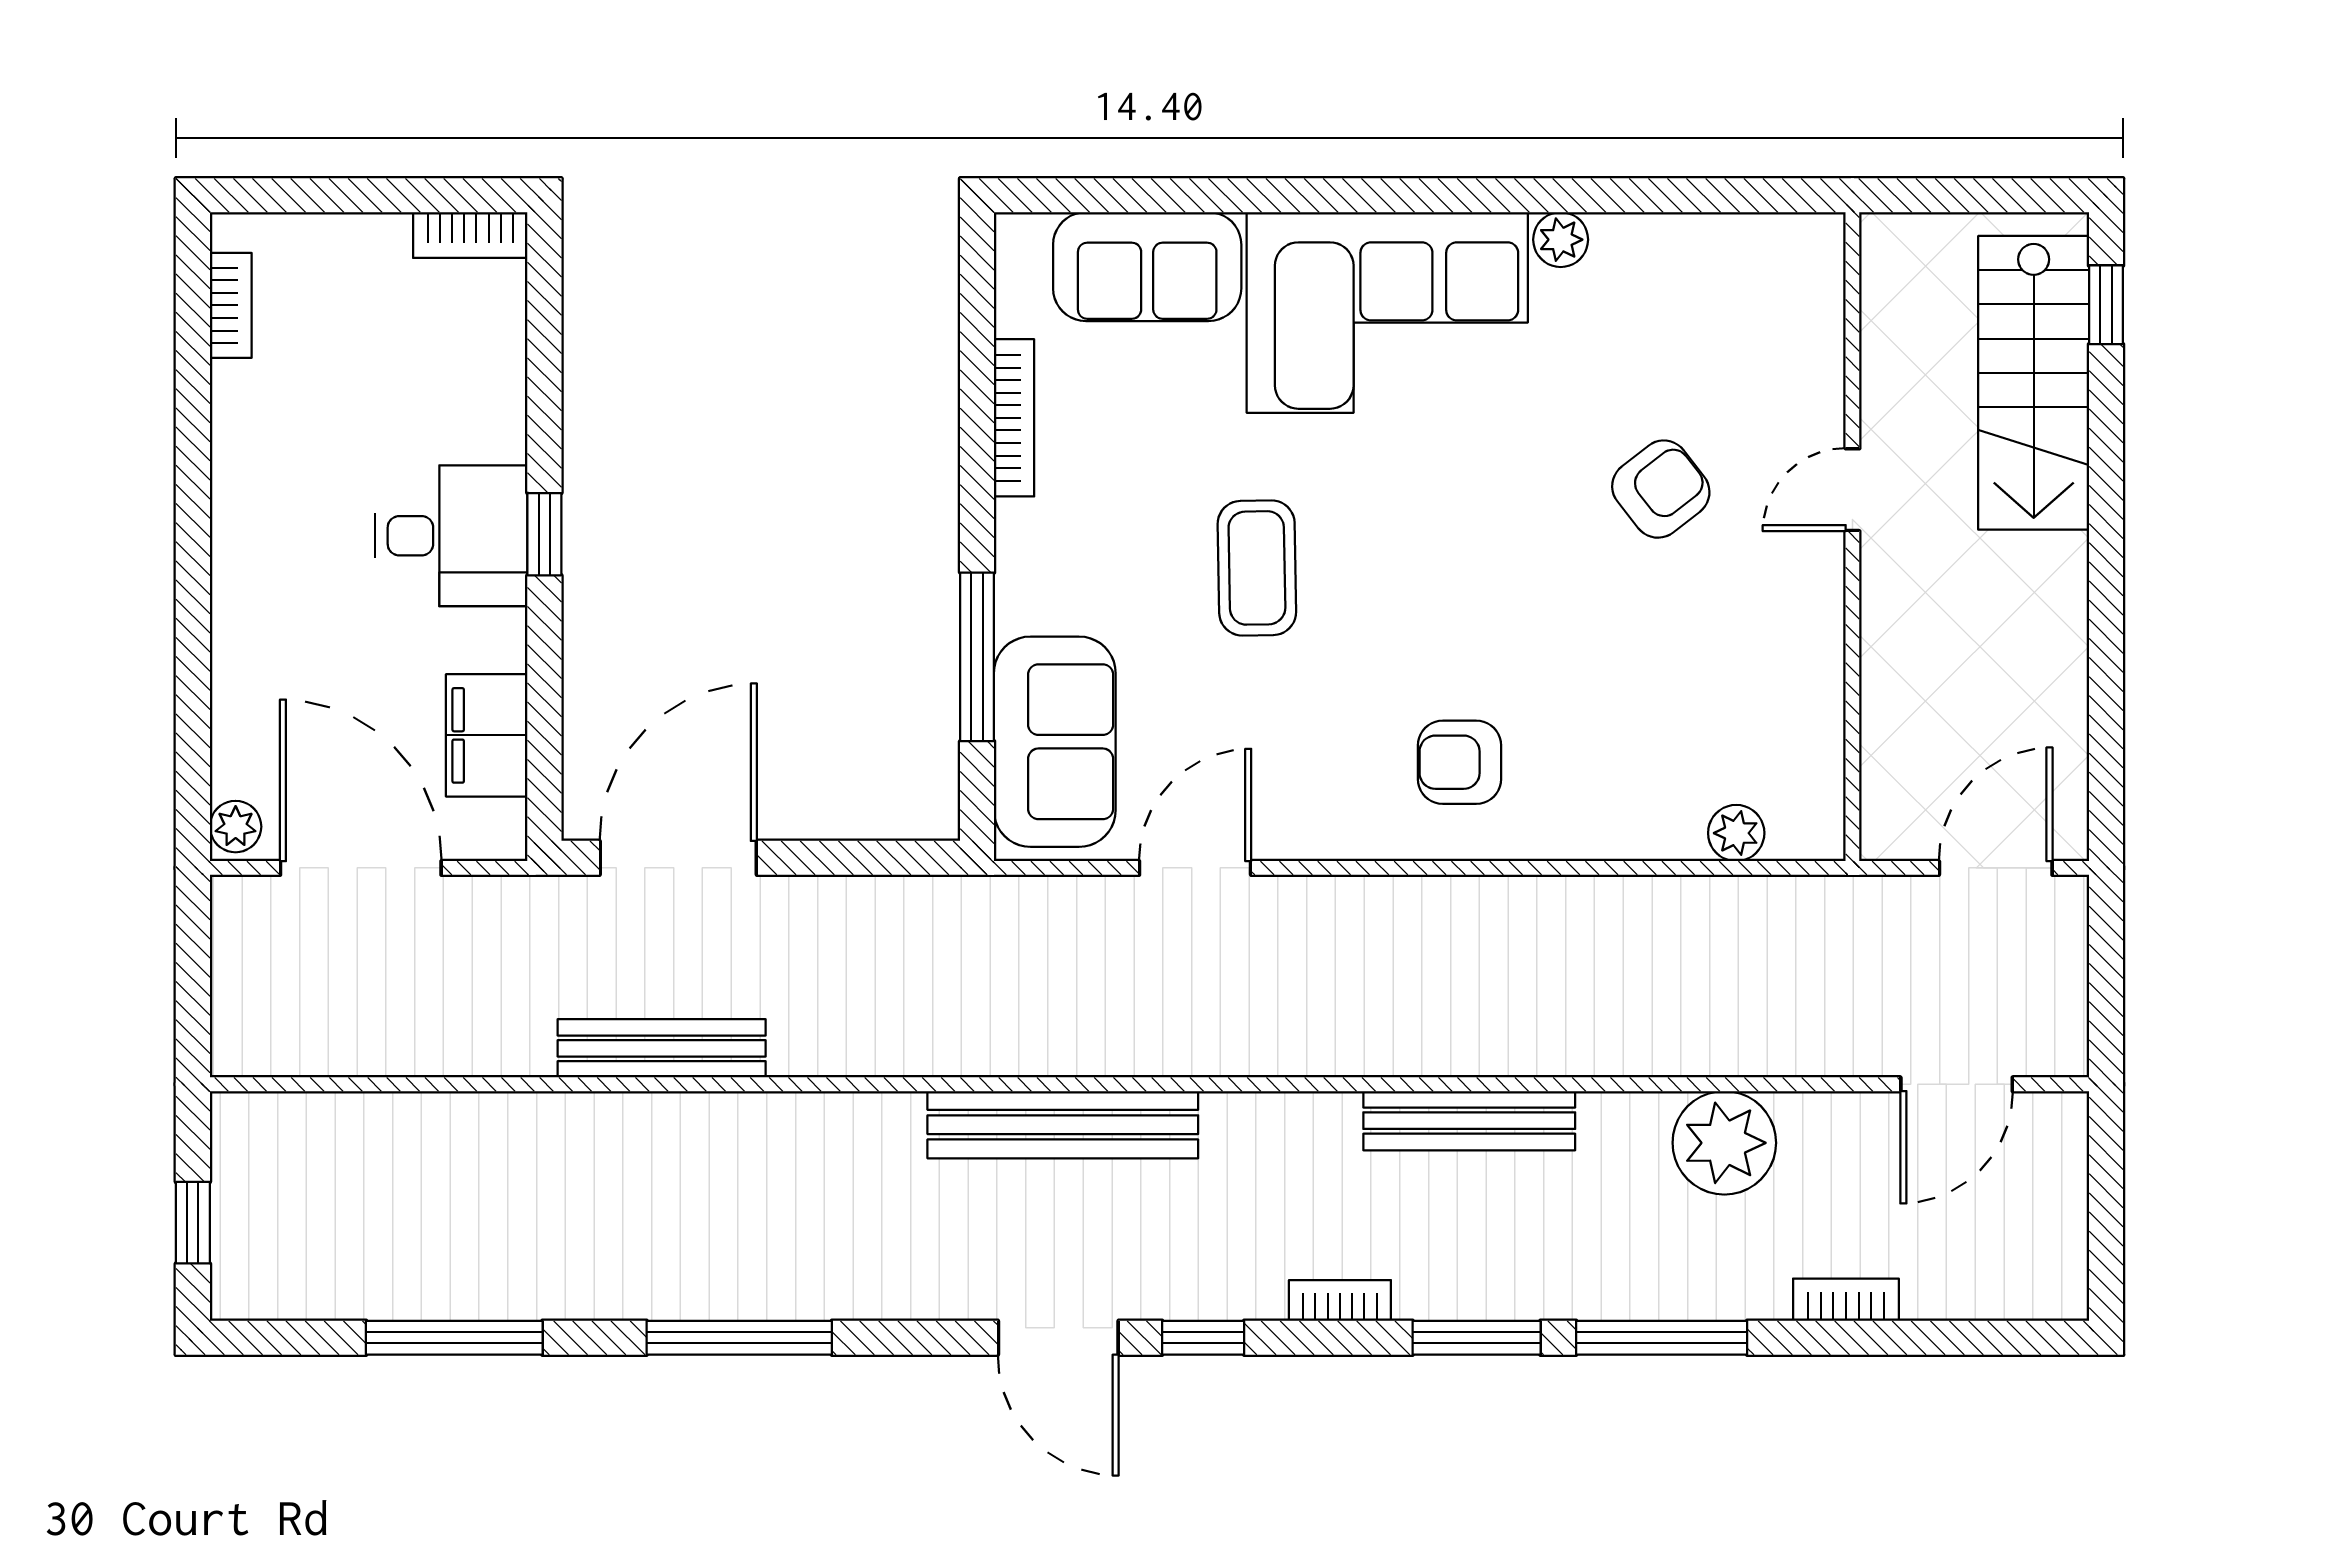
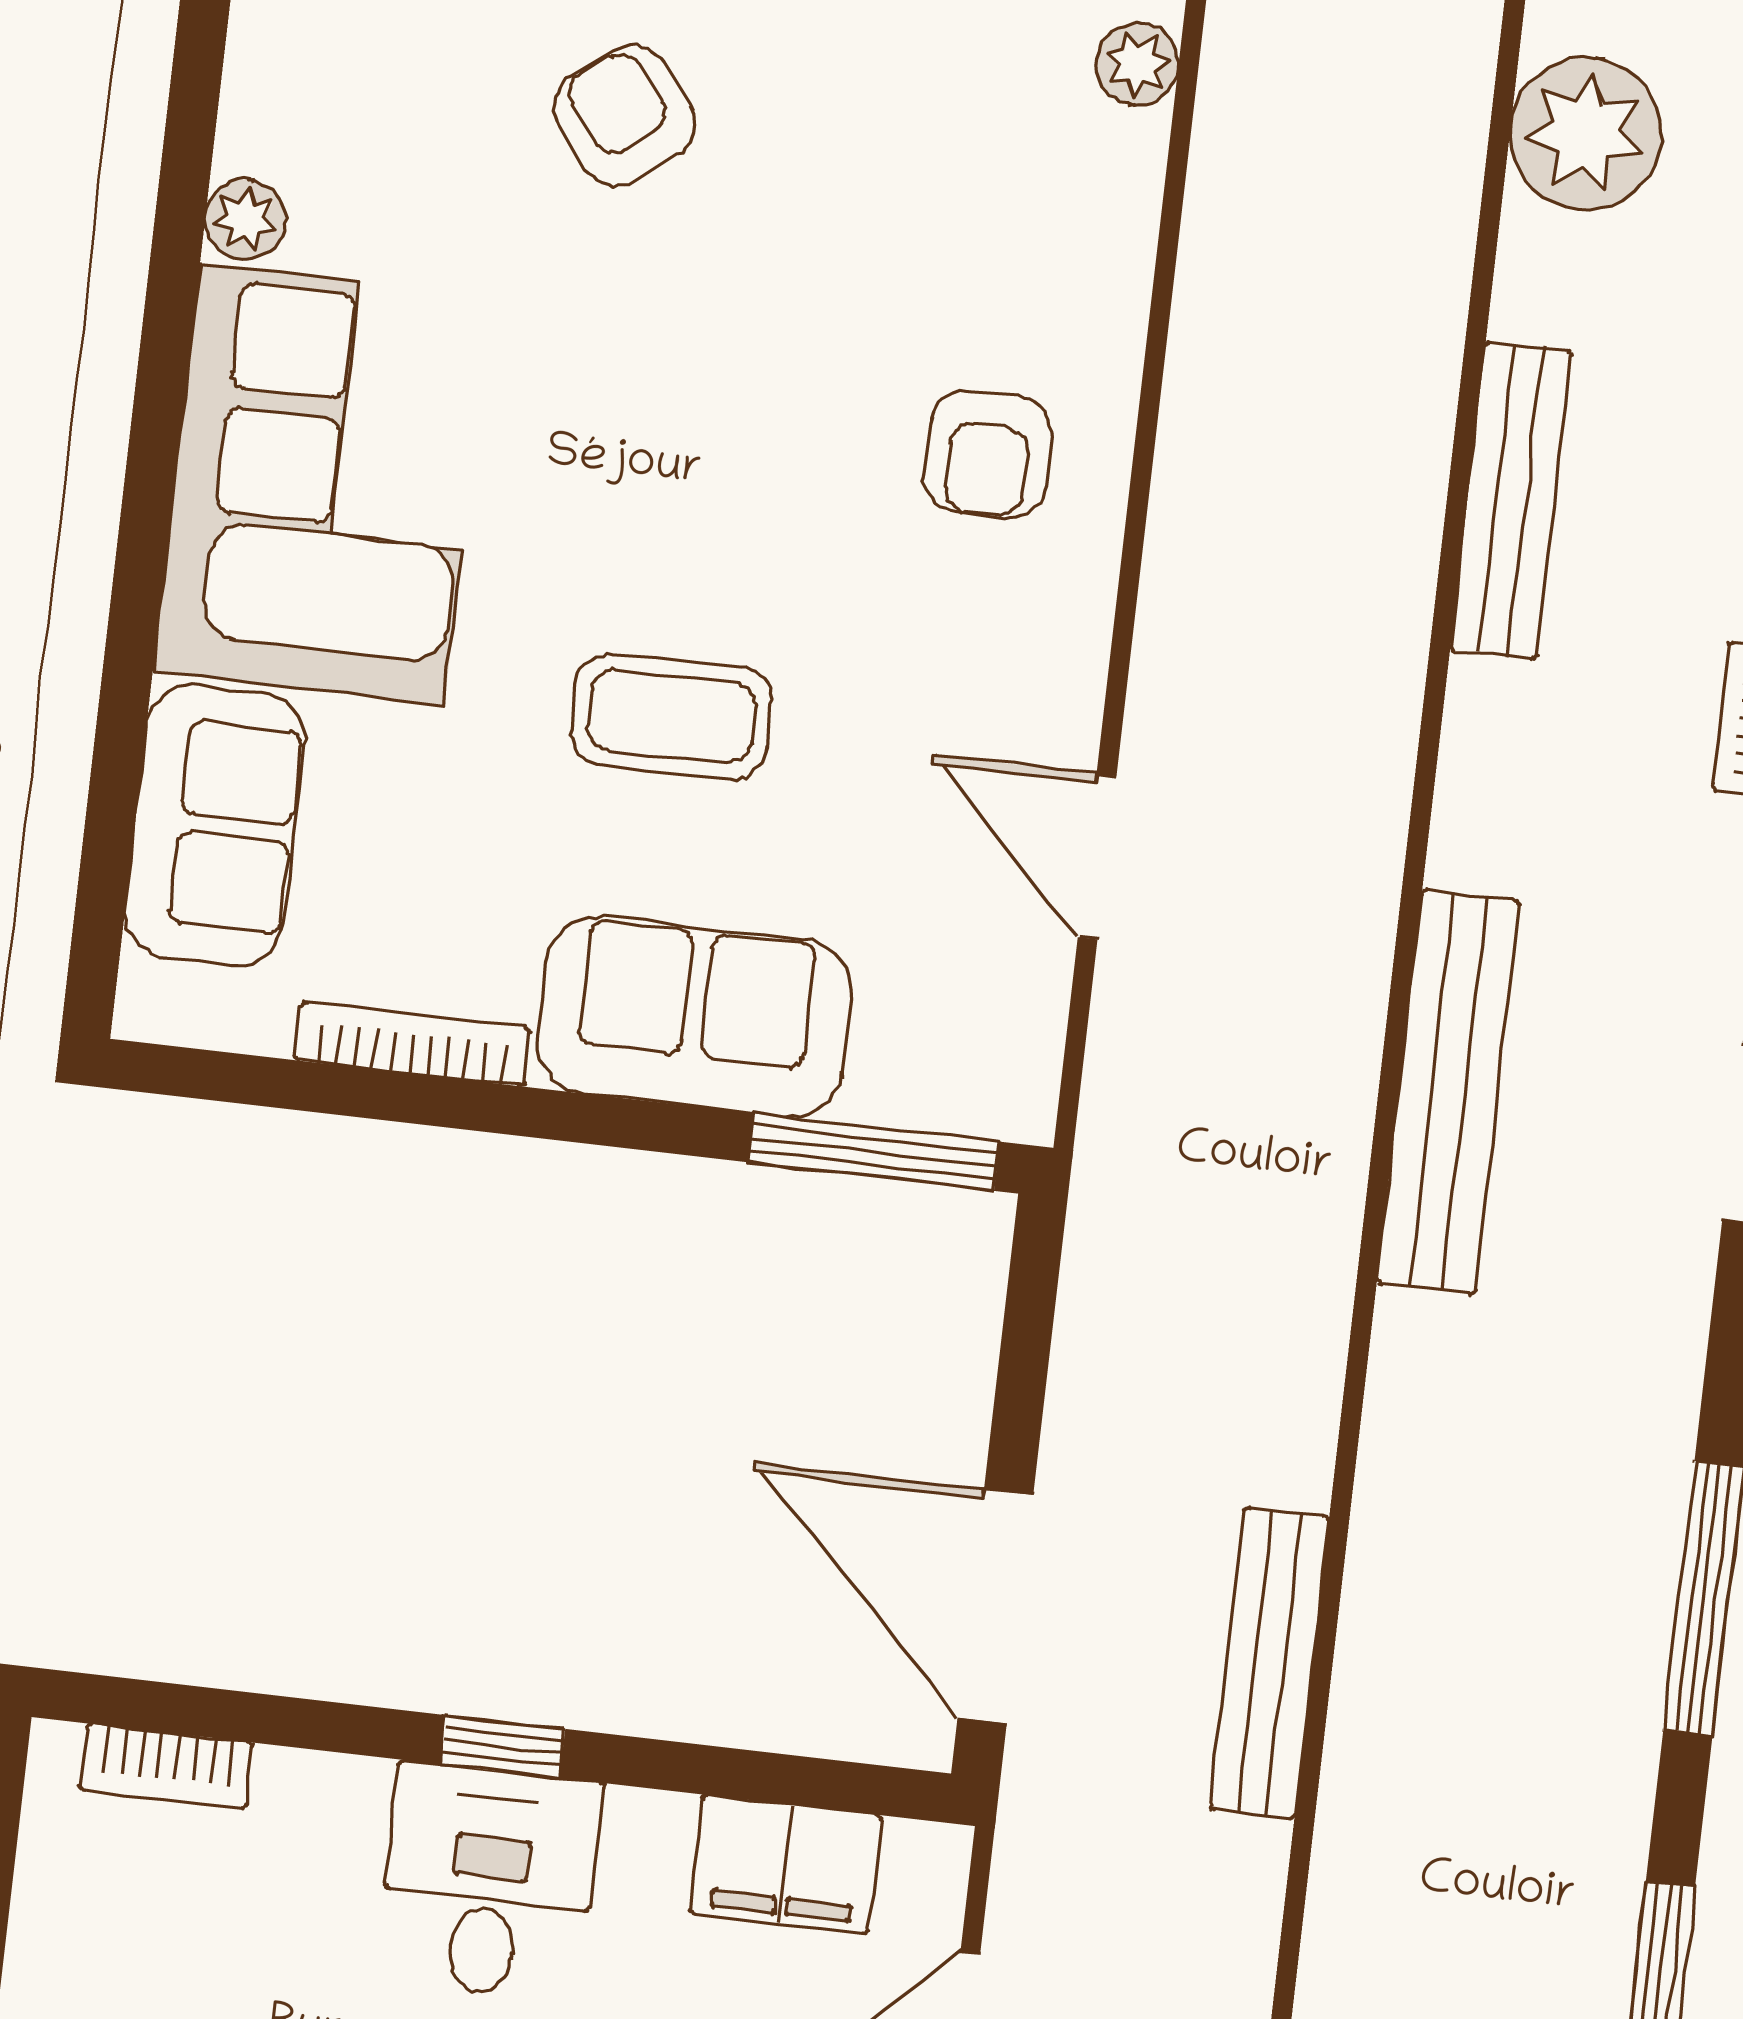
bookcase: (470, 235) -> (167, 1766), moved, turned 90
window: (977, 657) -> (874, 1152), moved
sofa: (1055, 742) -> (694, 1017), moved

